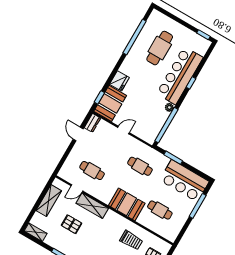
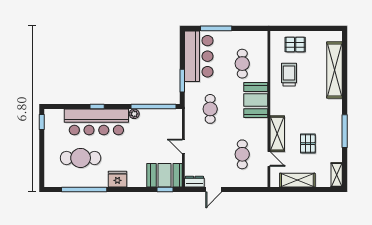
fridge: (119, 81) -> (117, 179), moved

